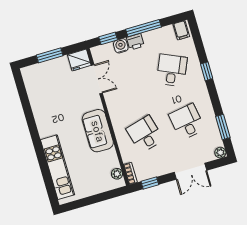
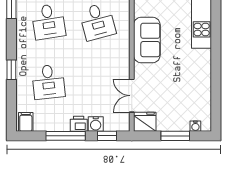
water cooler: (35, 69) -> (195, 126), added
desk: (172, 70) -> (48, 82), turned -30

